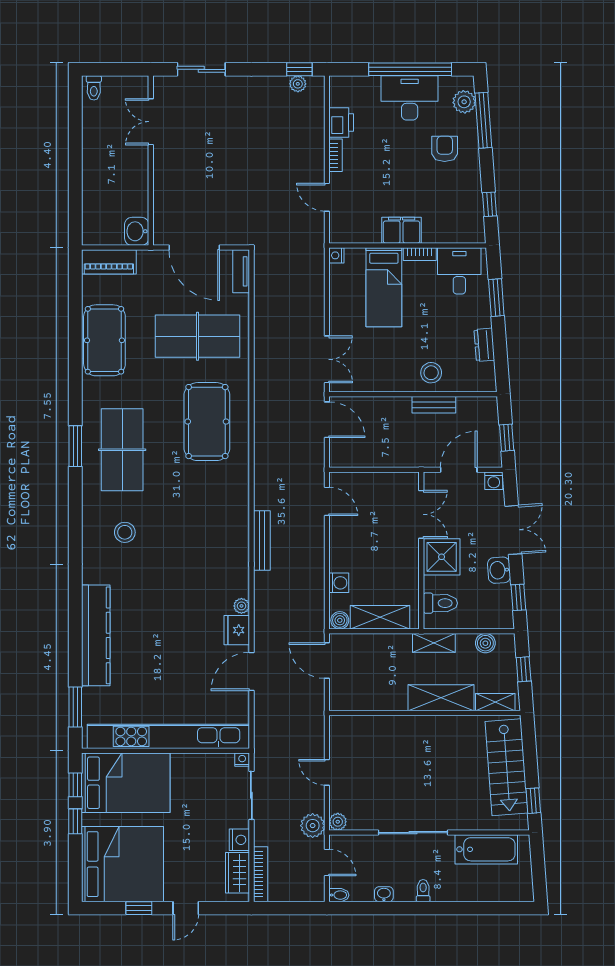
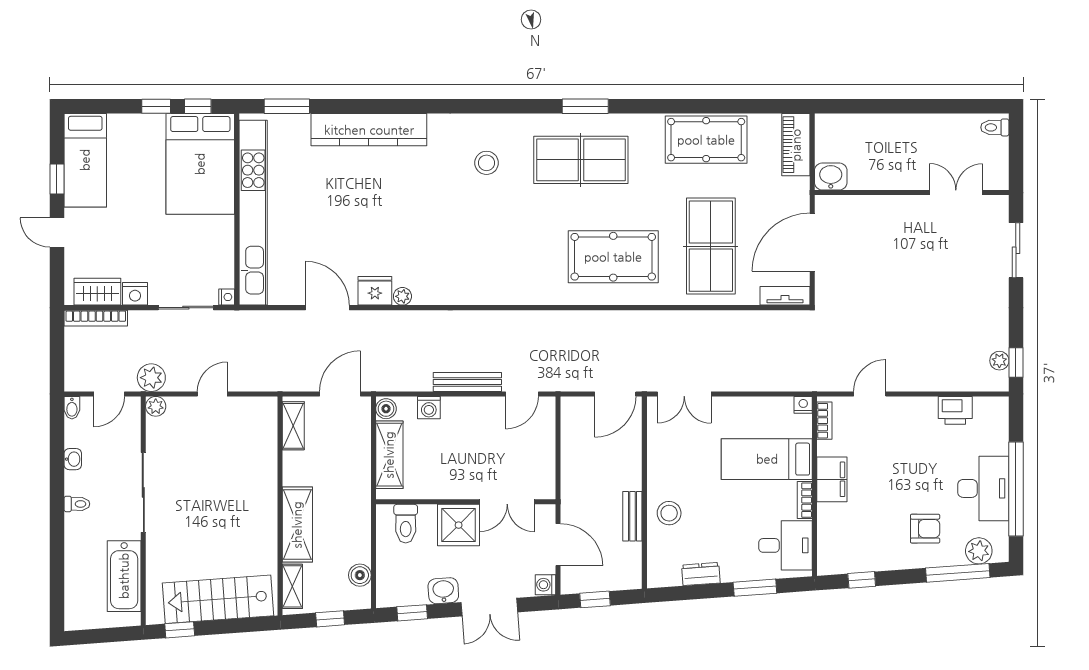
bookcase: (336, 155) -> (824, 421), moved, turned -90
bench: (262, 540) -> (467, 382), moved
shelving: (434, 643) -> (293, 426), moved
bed: (123, 864) -> (85, 160), width x0.49

